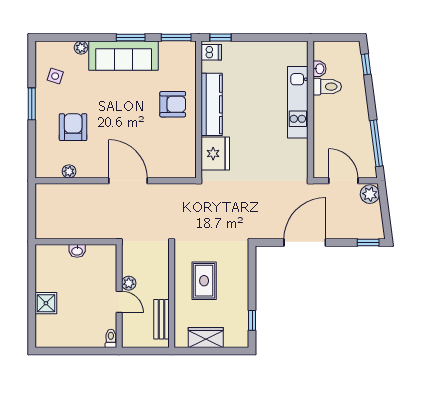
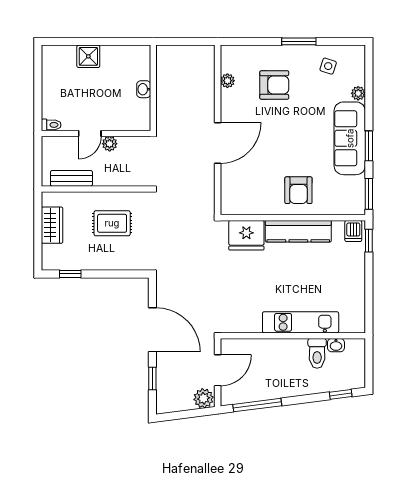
window: (368, 243) -> (152, 378), moved

